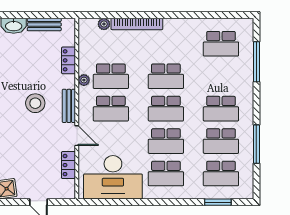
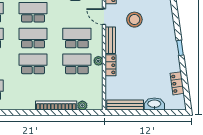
bench: (44, 24) -> (125, 105), width x1.36
locker: (69, 60) -> (111, 65), moved
stool: (35, 103) -> (134, 20), moved

